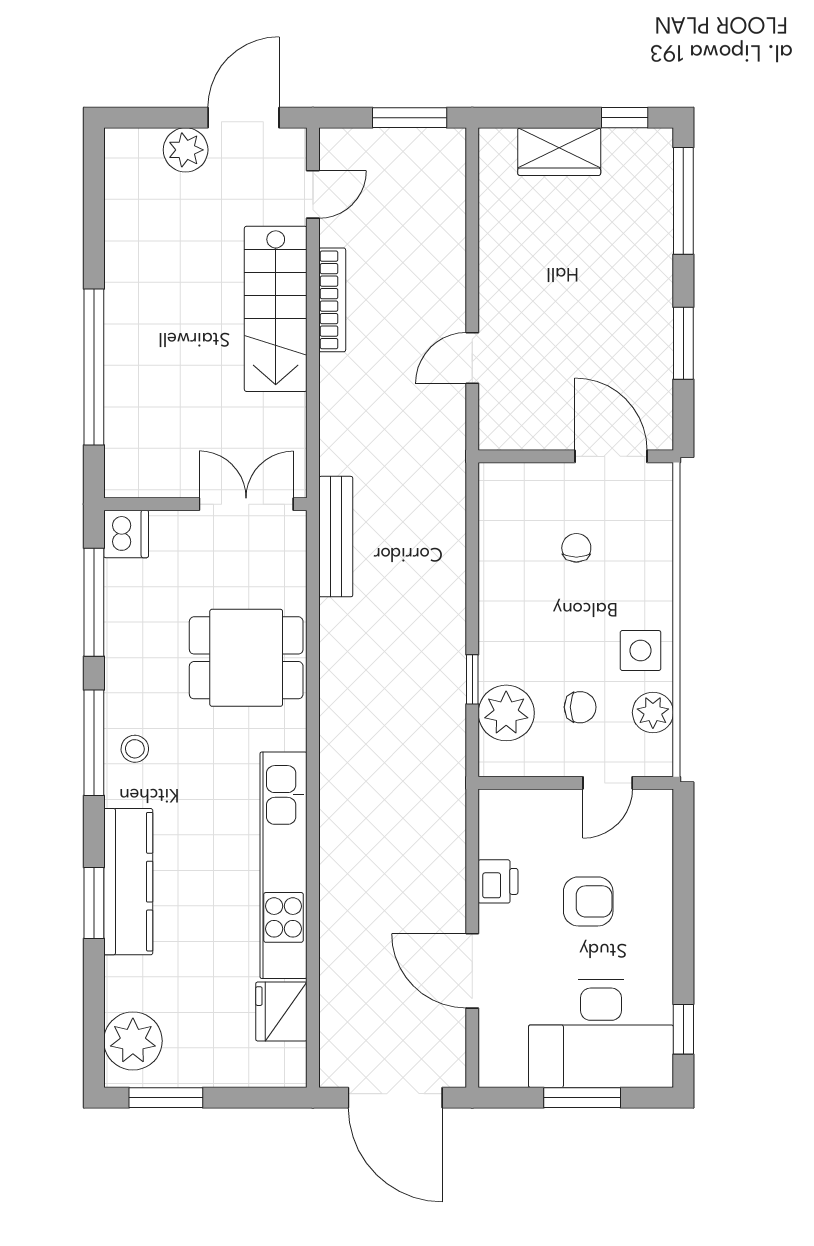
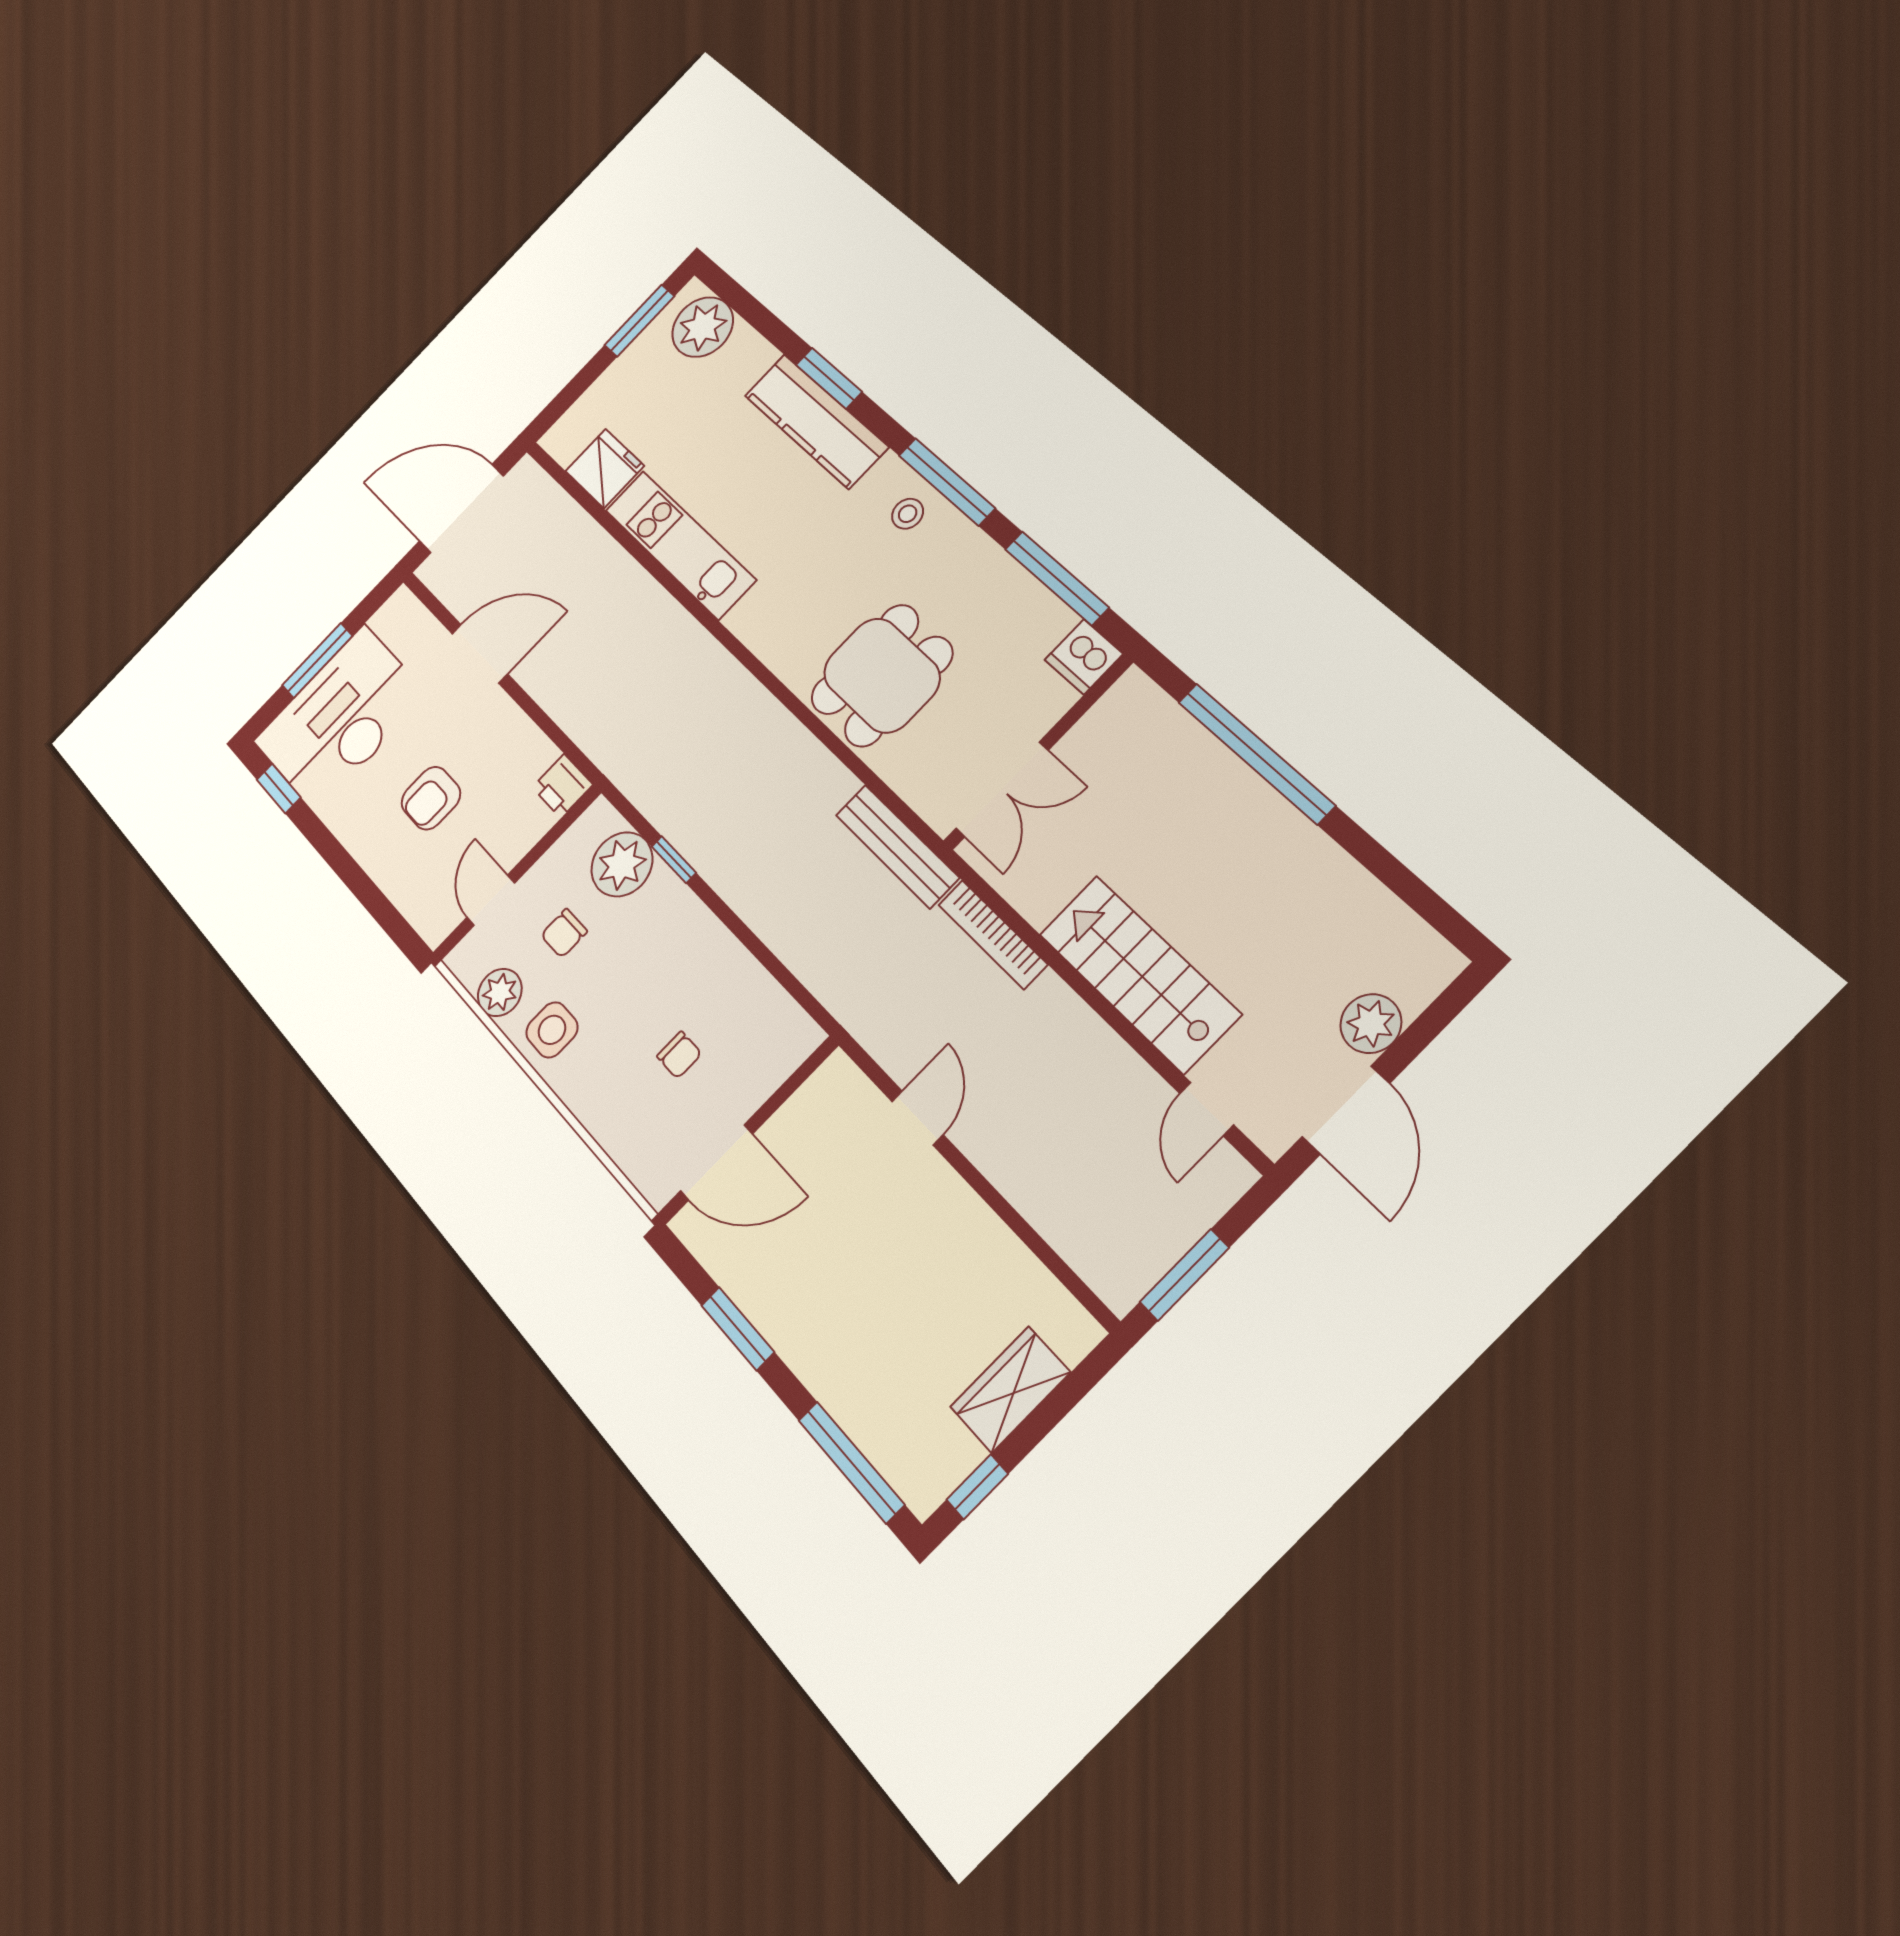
bookcase: (332, 300) -> (993, 934), moved
kitchen unit: (283, 865) -> (680, 545), width x0.73
printer: (498, 881) -> (562, 786), moved

